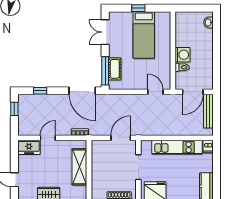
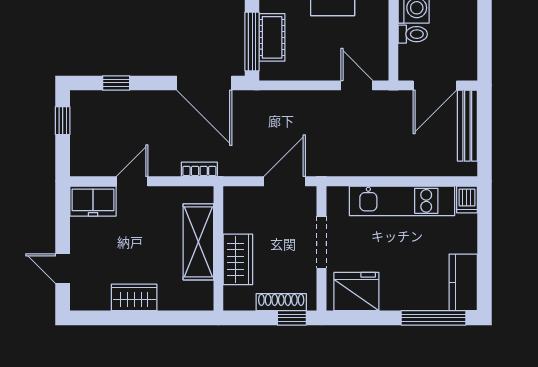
wardrobe: (98, 175) -> (238, 259), added

